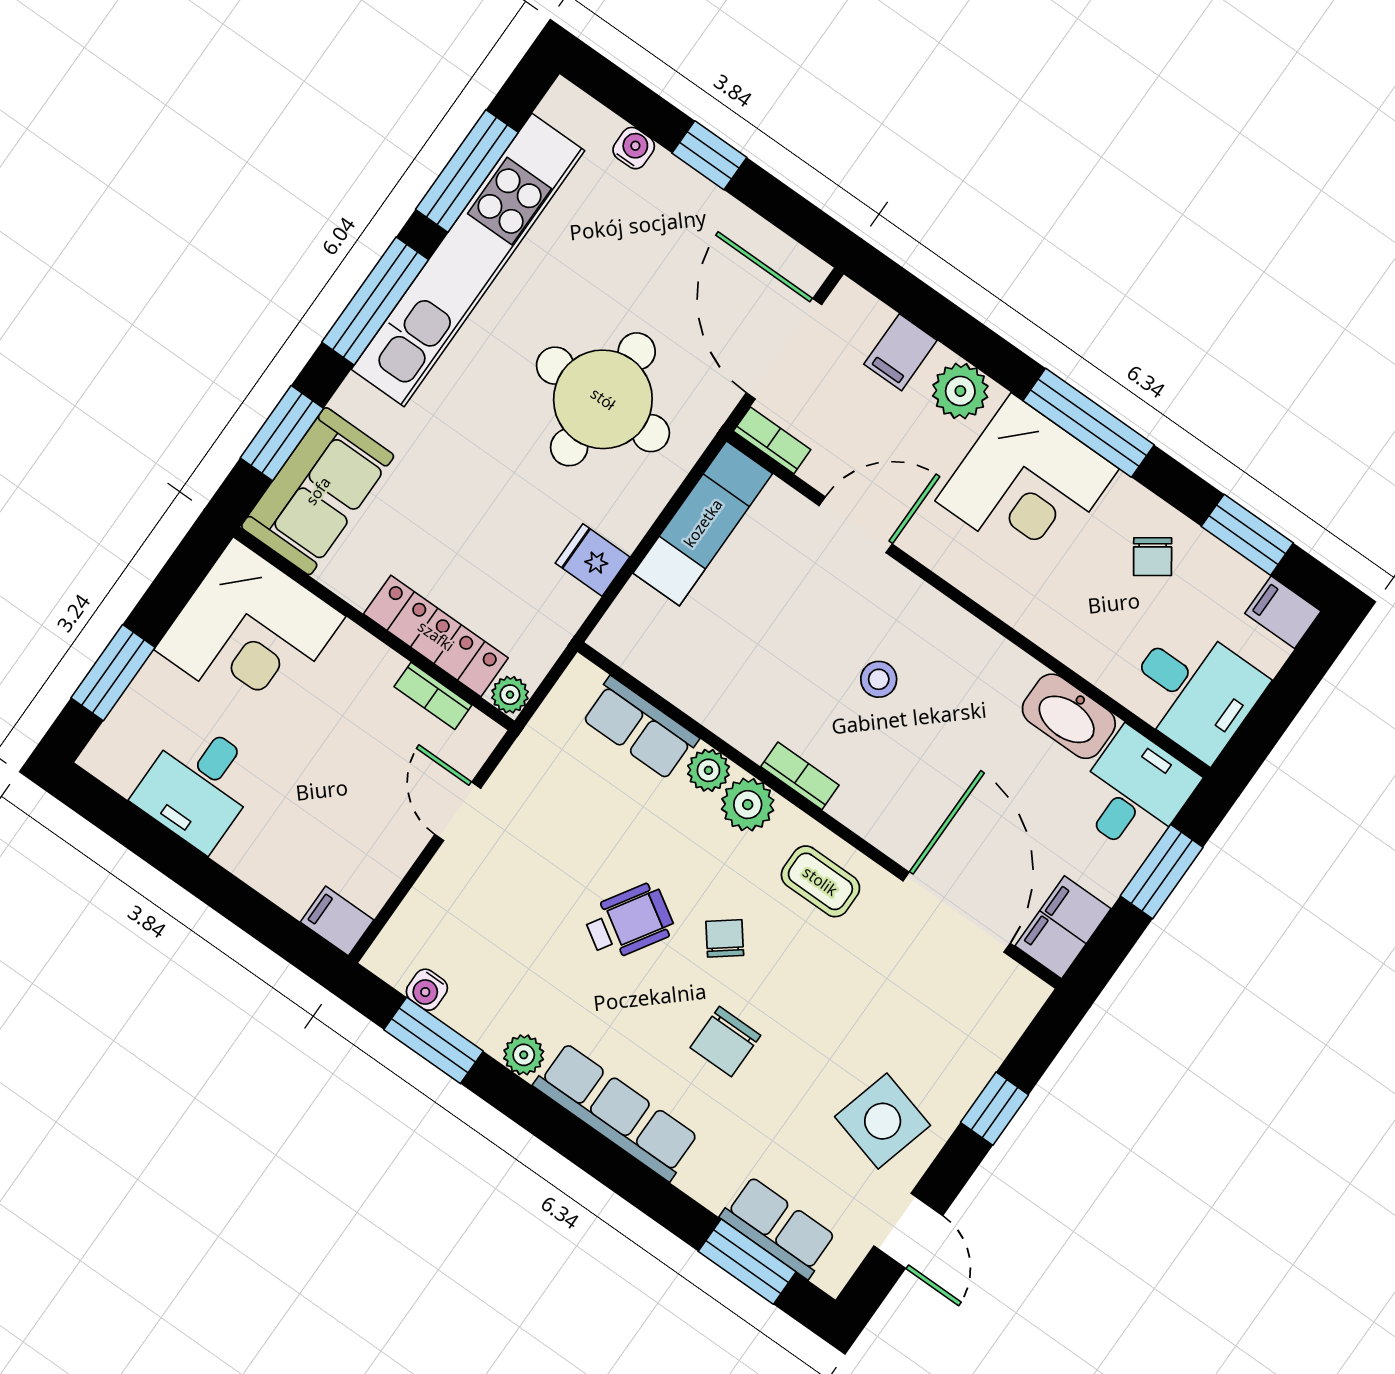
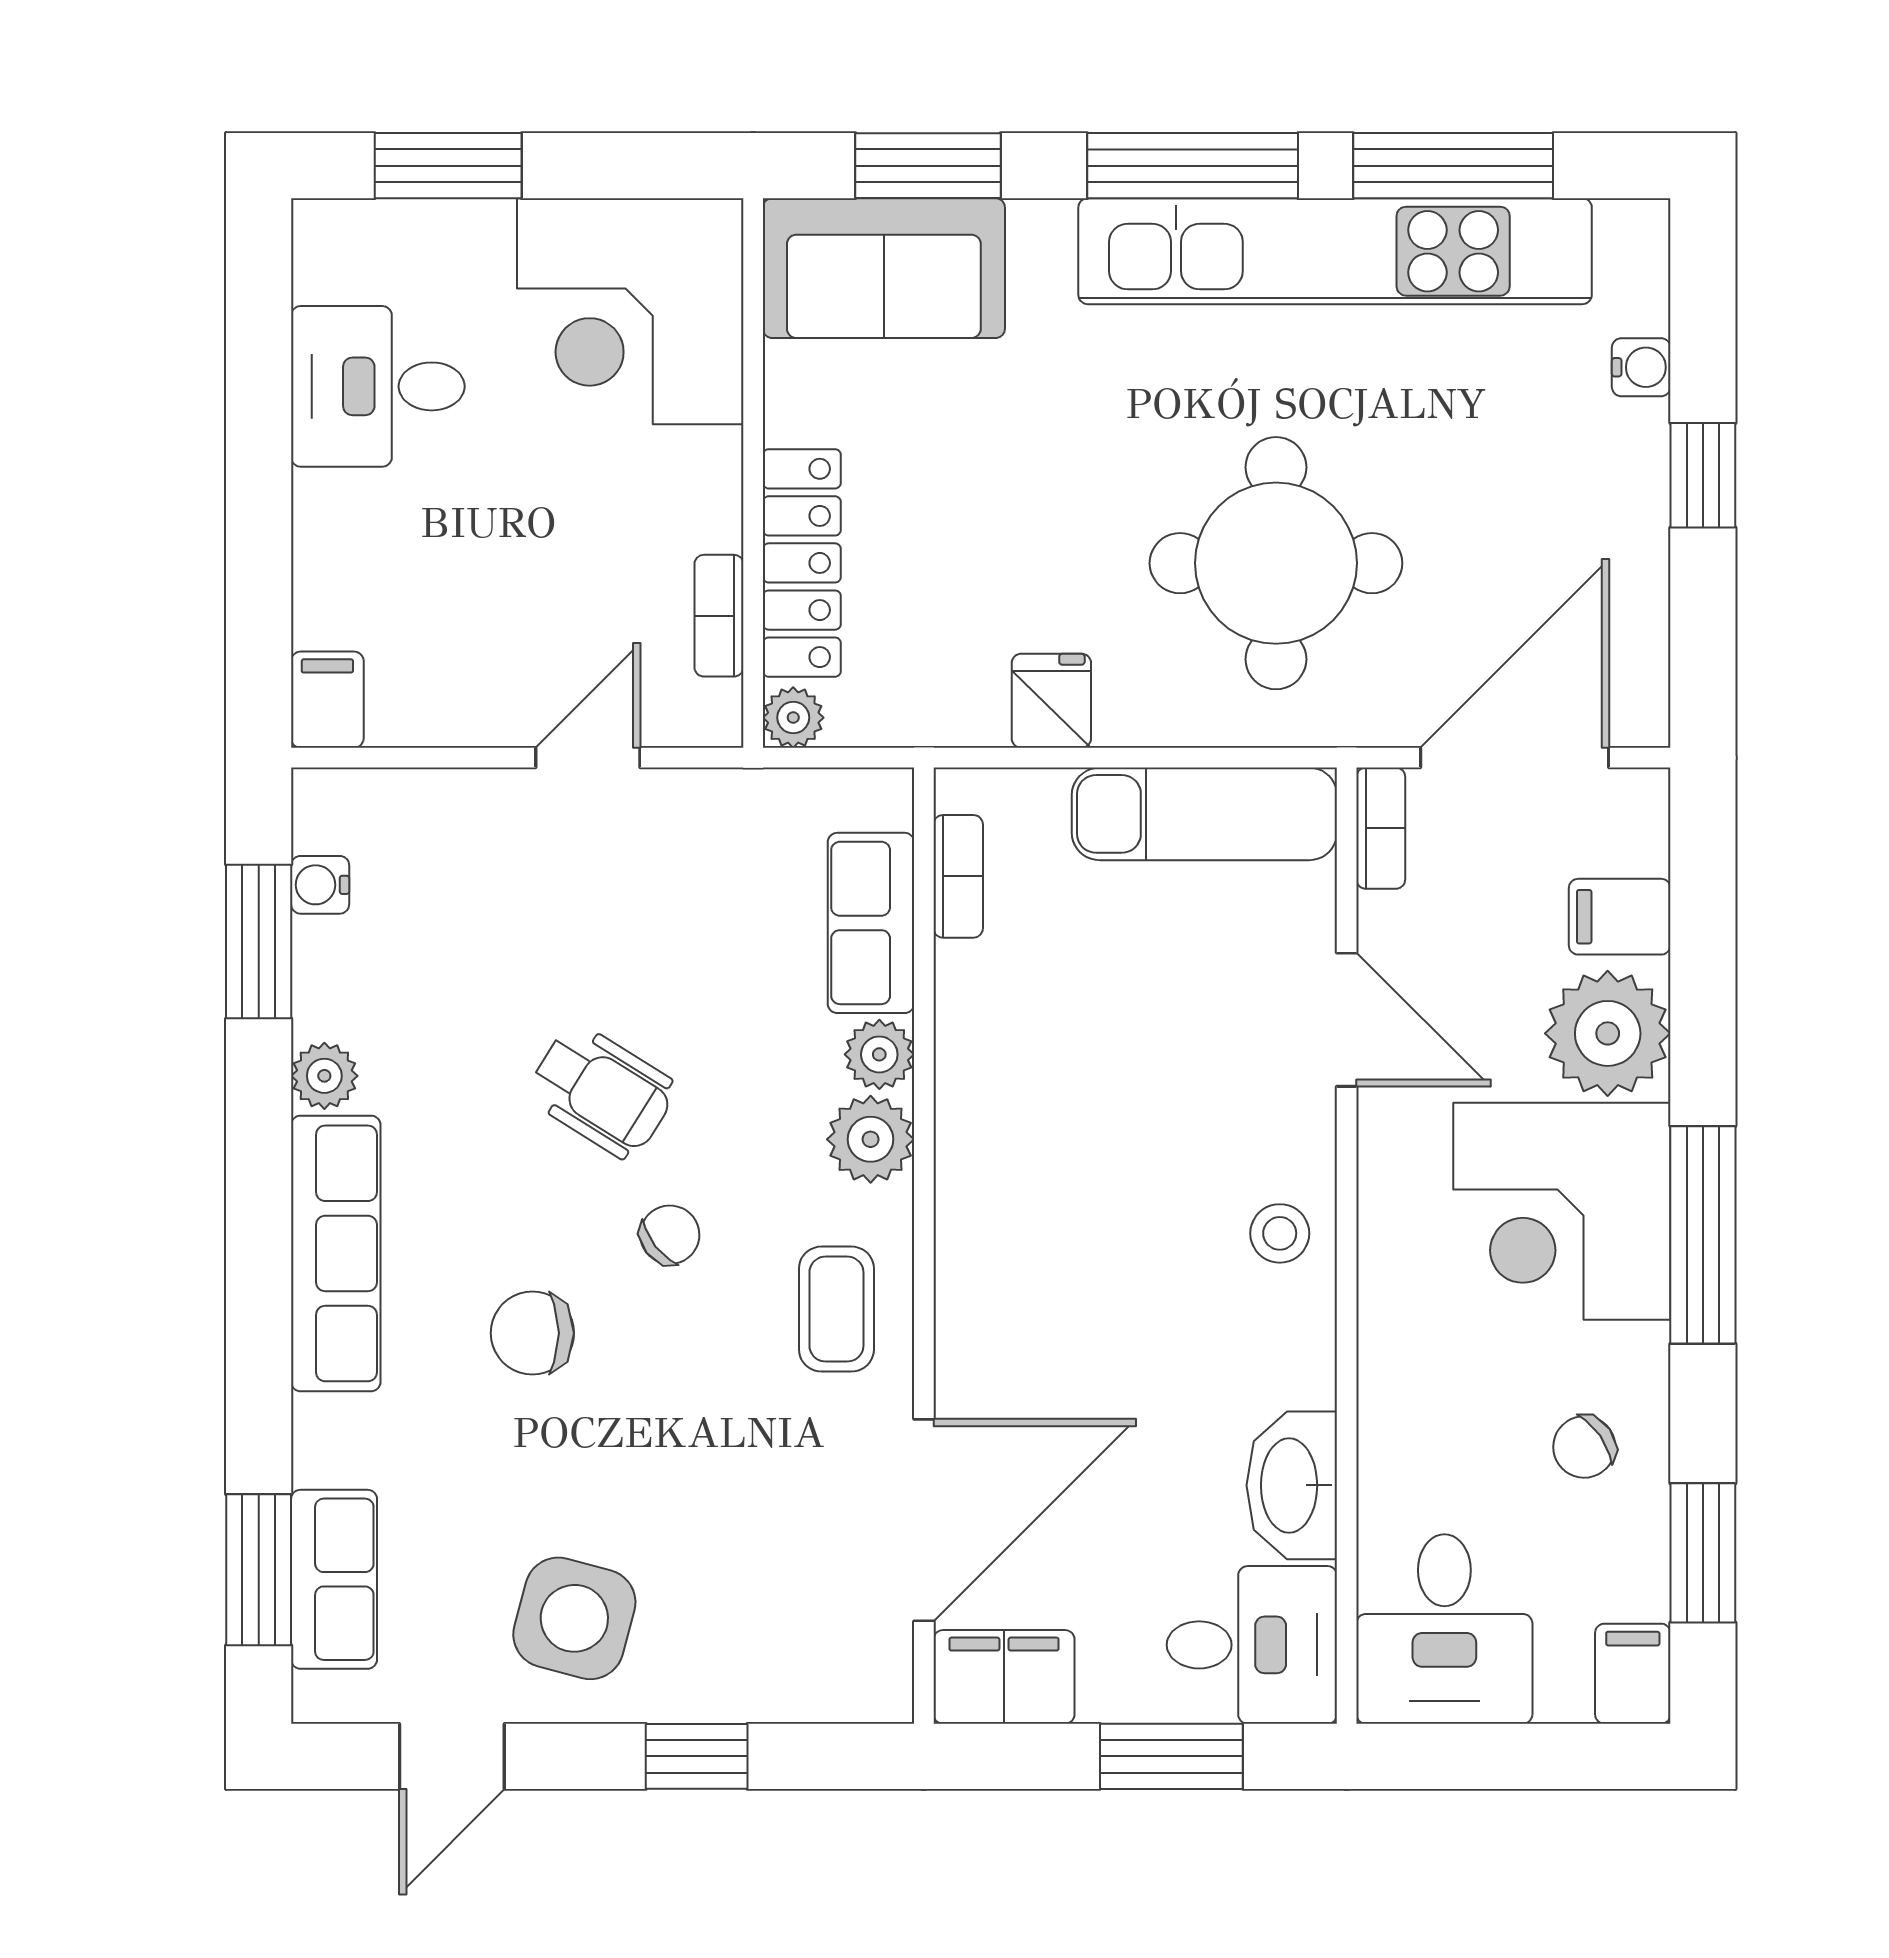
plant: (960, 391) -> (1608, 1033), width x1.36, depth x1.36
stool: (879, 679) -> (1280, 1233), moved
bookcase: (800, 776) -> (958, 876), moved

